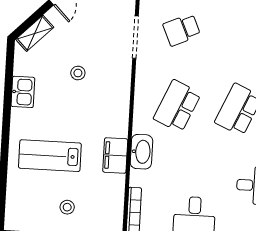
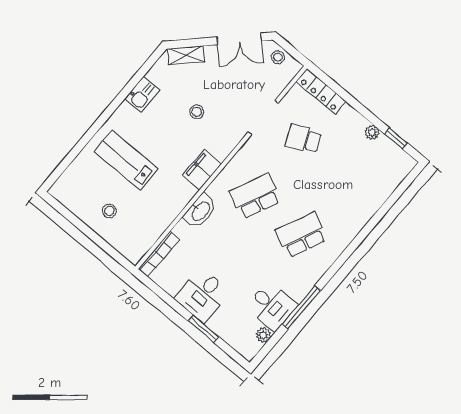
filing cabinet: (115, 155) -> (202, 169), moved

